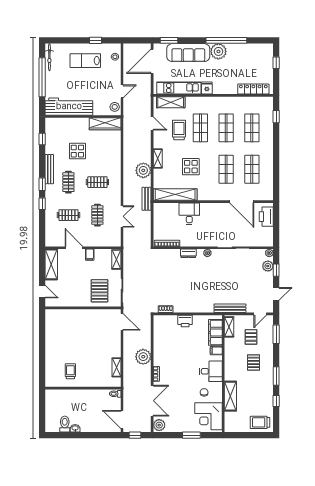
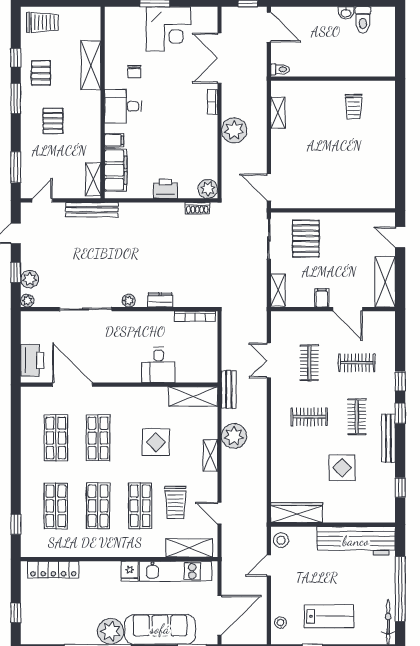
shelving: (175, 195) -> (193, 396), width x0.68
pallet: (251, 337) -> (41, 73), moved
corner desk: (209, 416) -> (168, 29), moved, turned 90
plant: (159, 425) -> (208, 189), moved

